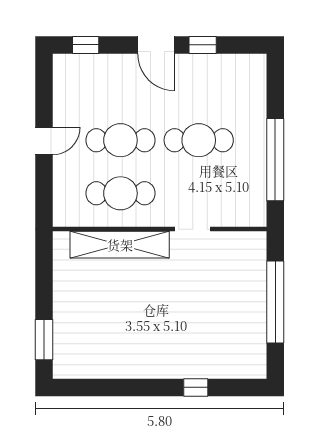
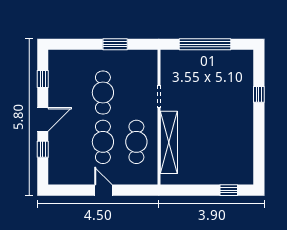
window: (86, 45) -> (43, 149), moved
window: (203, 45) -> (43, 79), moved
window: (275, 160) -> (115, 44), width x0.47
window: (44, 340) -> (229, 190), width x0.67

